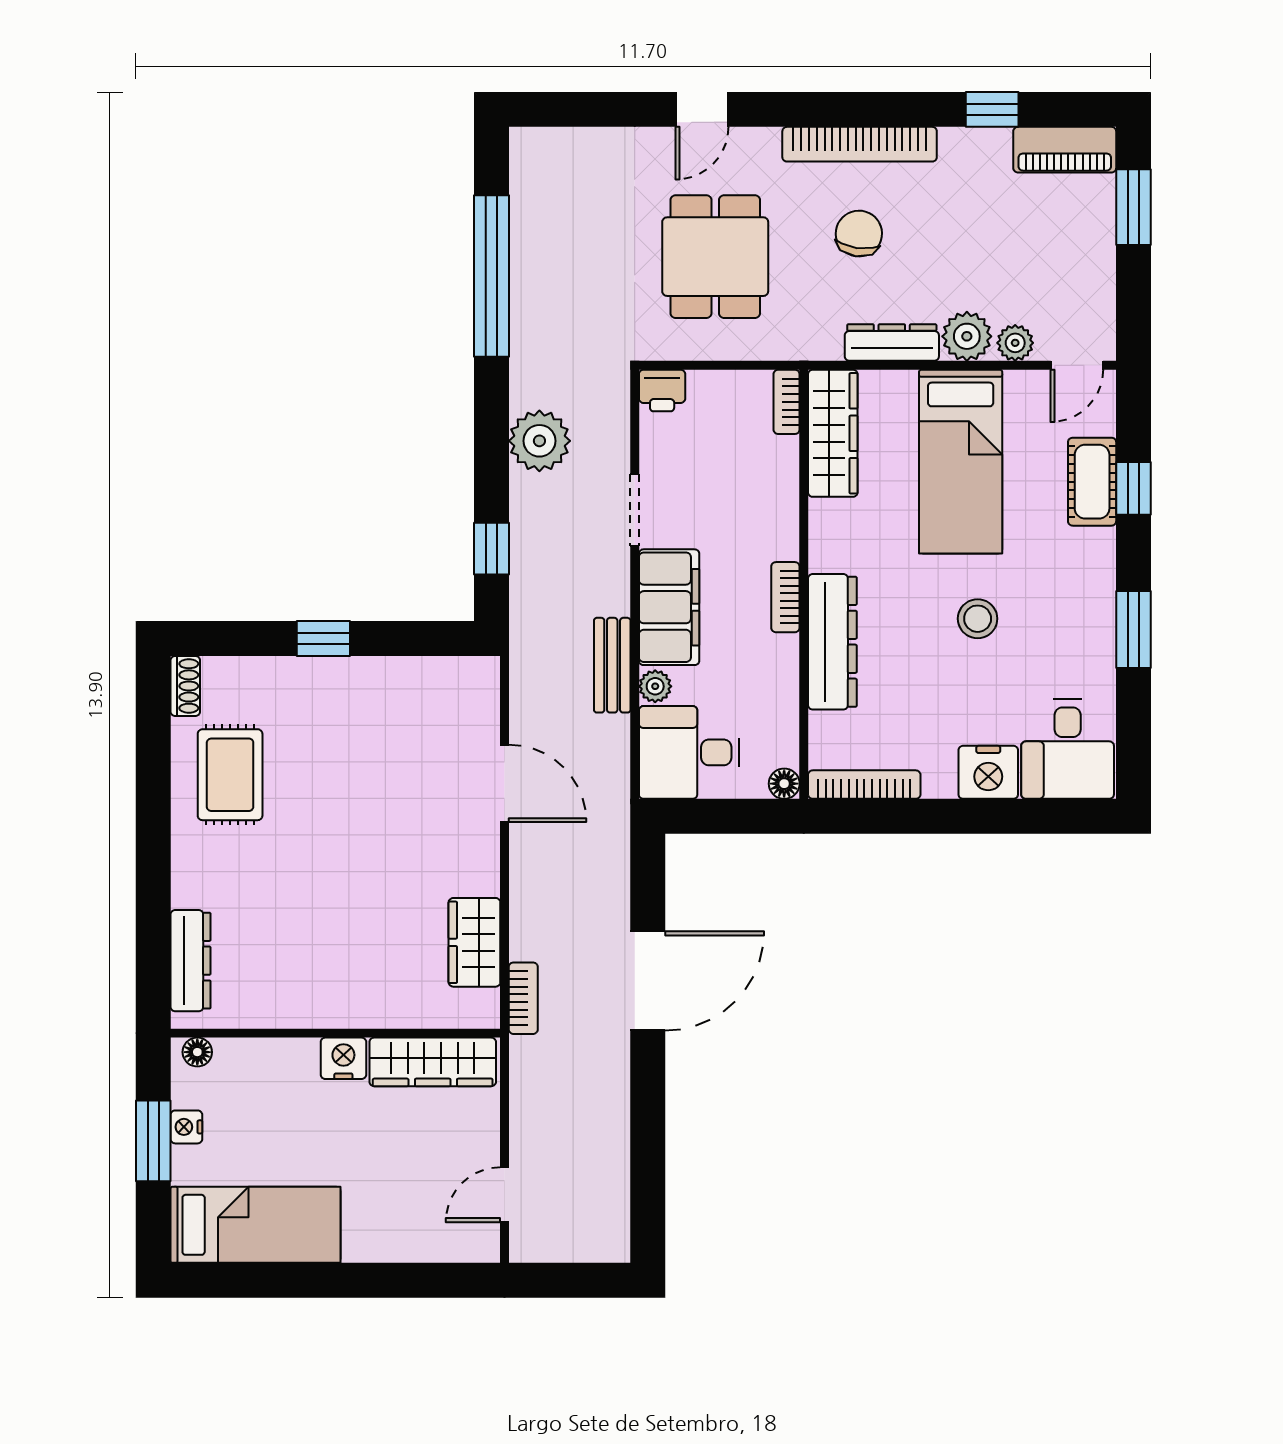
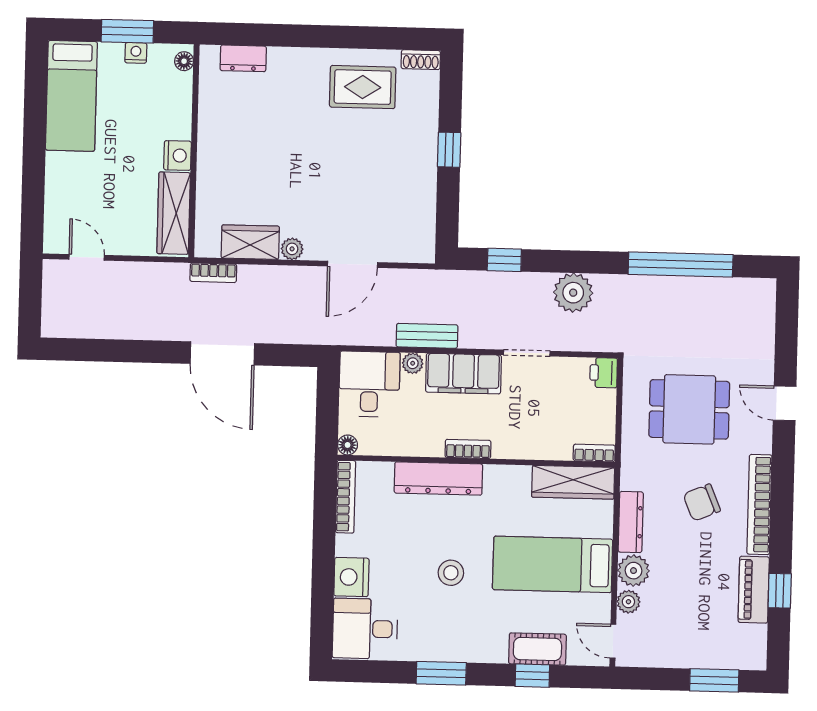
piano: (1065, 150) -> (754, 590), moved
chair: (859, 234) -> (702, 503), turned 149
plant: (483, 877) -> (292, 249), added
dresser: (191, 961) -> (243, 58), width x0.70

